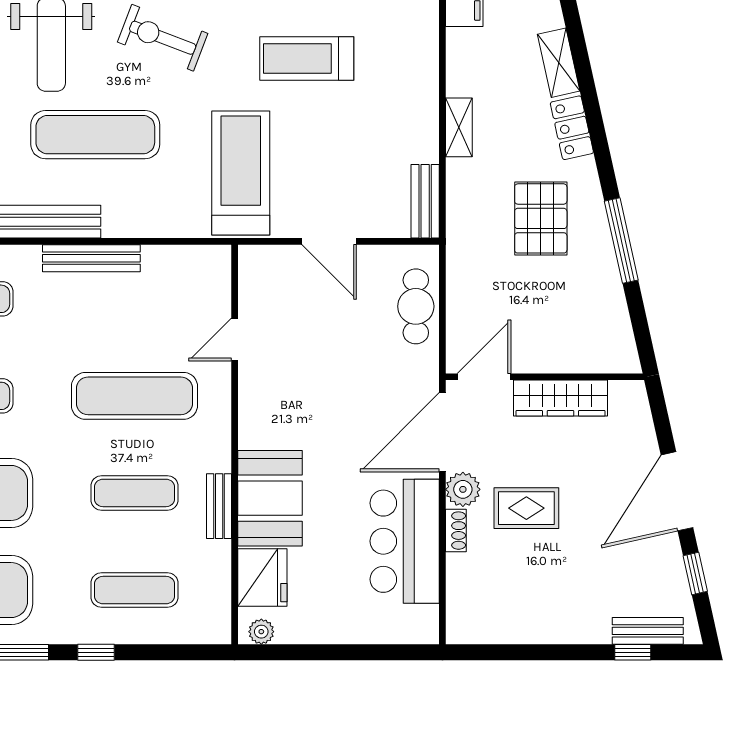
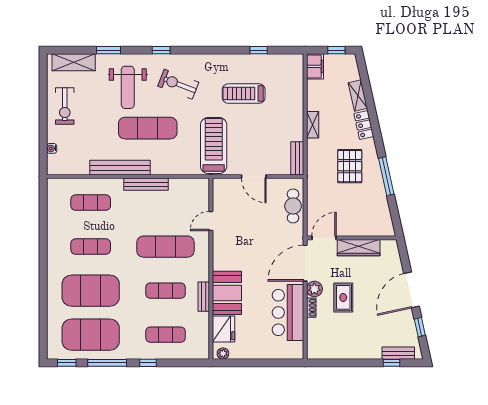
rug: (526, 508) -> (343, 297), turned 90

